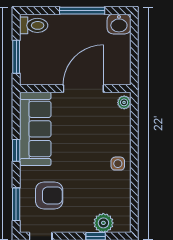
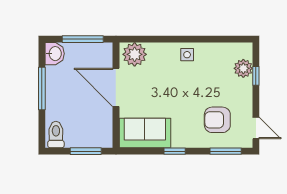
window: (134, 54) -> (83, 39), added
plant: (124, 102) -> (135, 54), width x1.87, depth x1.87
sofa: (35, 129) -> (145, 133), width x0.73
armchair: (49, 196) -> (217, 120), turned -90

